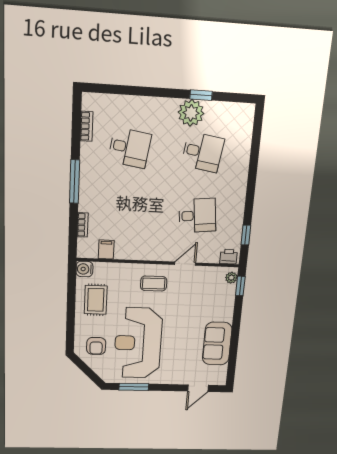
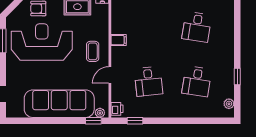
plant: (191, 113) -> (229, 104), moved, width x0.53, depth x0.53
filing cabinet: (106, 249) -> (119, 40), moved
door: (185, 264) -> (110, 75), swing flipped
sofa: (217, 344) -> (59, 104), width x1.85, depth x1.27

